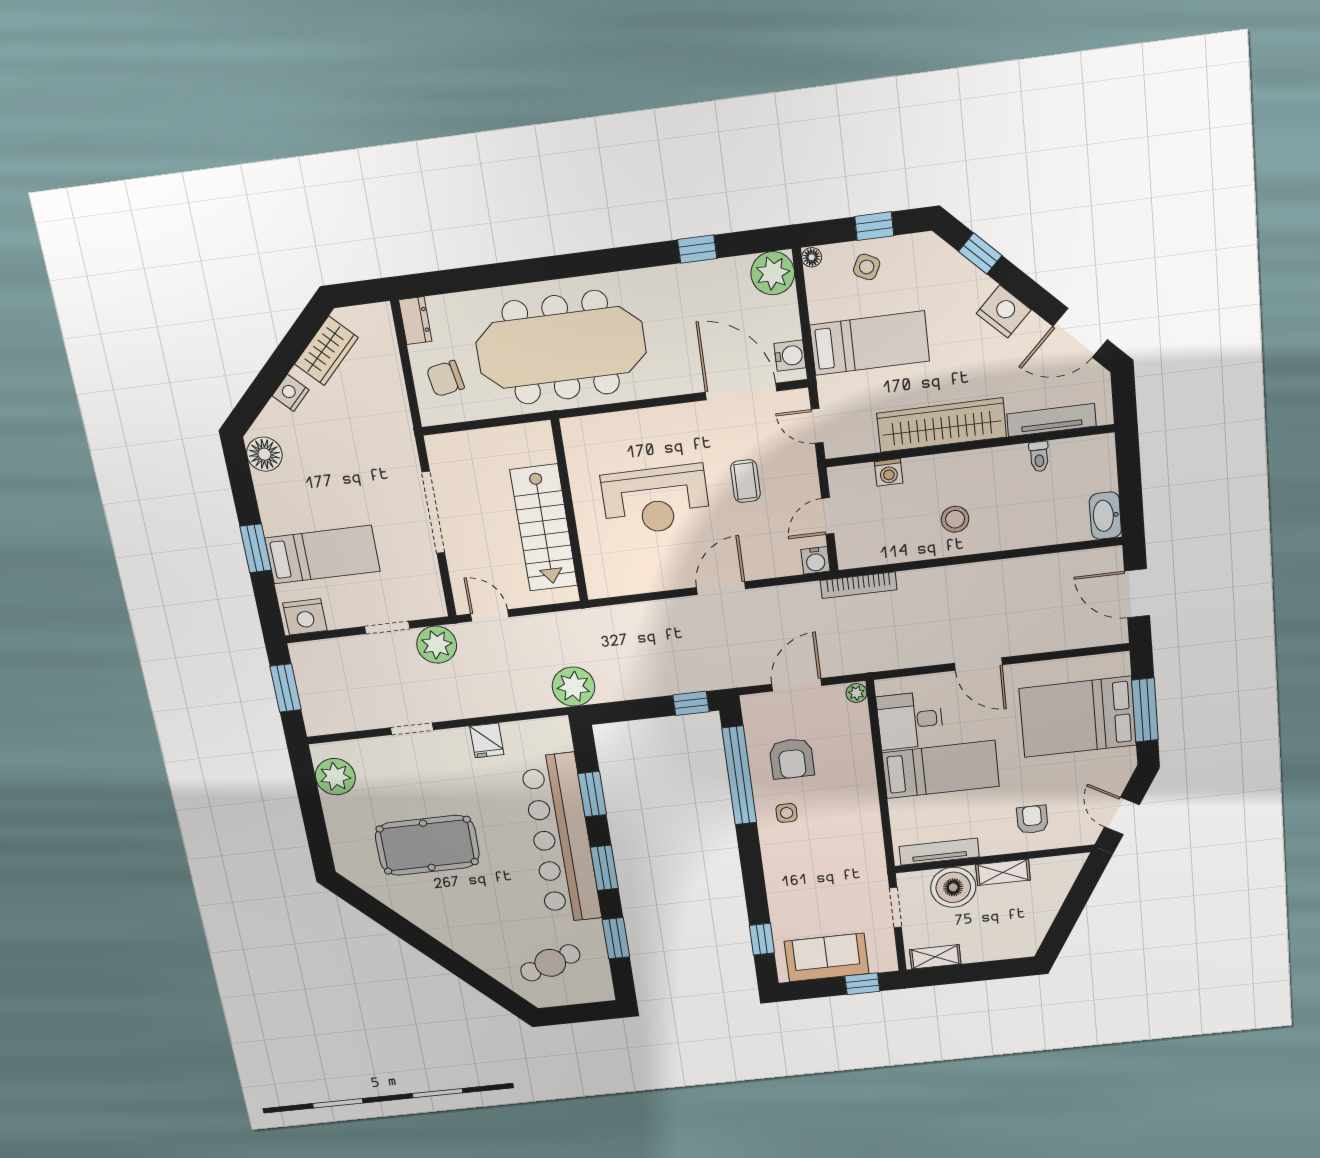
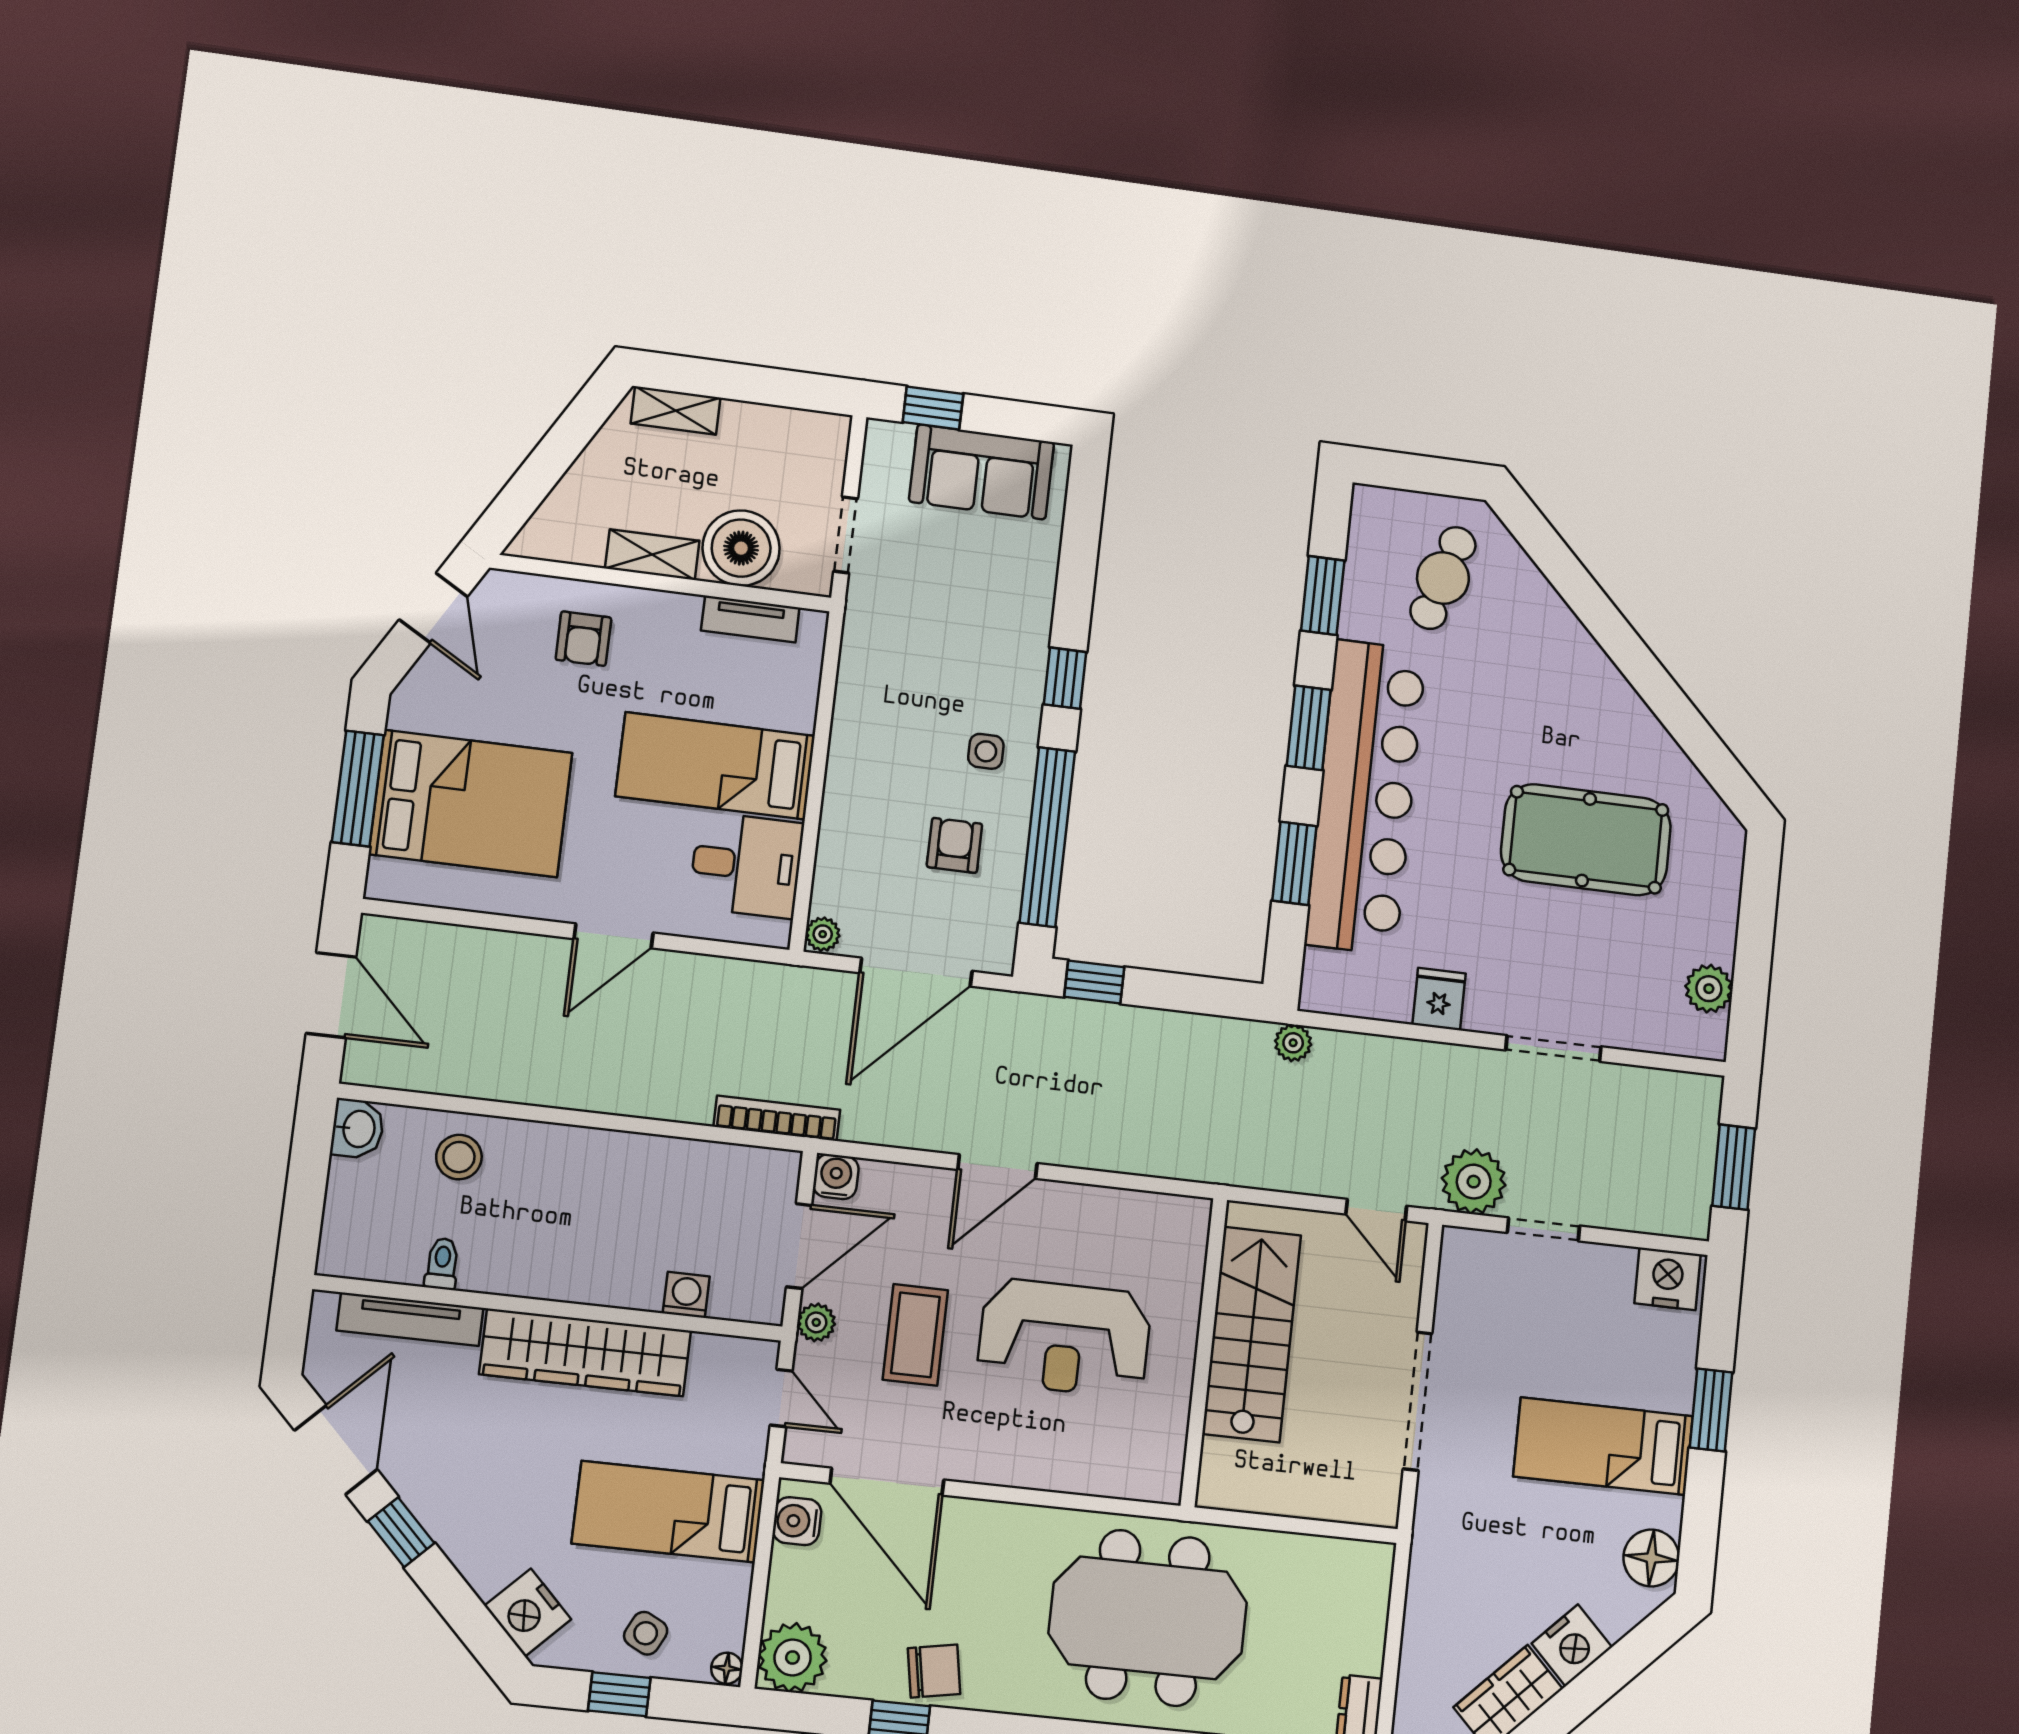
window: (980, 253) -> (401, 1532), moved
nightstand: (1004, 312) -> (528, 1613), moved
door: (1080, 333) -> (336, 1450), hinge flipped
meeting table: (561, 348) -> (1148, 1618), width x0.73
chair: (445, 378) -> (934, 1671), moved
nightstand: (291, 393) -> (1572, 1645), width x1.36, depth x1.33
plant: (807, 475) -> (816, 1322), added
coffee table: (745, 481) -> (915, 1335), width x1.36, depth x1.30
reception desk: (656, 500) -> (1064, 1338), turned 180
door: (828, 516) -> (799, 1246), width x1.38
washbasin: (1105, 516) -> (358, 1129), width x0.72
stool: (955, 519) -> (459, 1157), moved
bed: (322, 555) -> (1603, 1446), moved
door: (978, 664) -> (614, 936), swing flipped
door: (797, 685) -> (916, 972), width x1.36
plant: (574, 687) -> (1293, 1043), width x0.53, depth x0.53
doorway: (412, 729) -> (1553, 1048), width x1.38
armchair: (792, 759) -> (954, 845), width x0.72, depth x0.72
plant: (335, 777) -> (1709, 989), width x0.73, depth x0.73
tv unit: (939, 852) -> (750, 619), width x0.71
window: (762, 939) -> (1065, 678), moved
shelving: (935, 957) -> (676, 411), moved
cafe table: (550, 963) -> (1443, 578), turned -53

